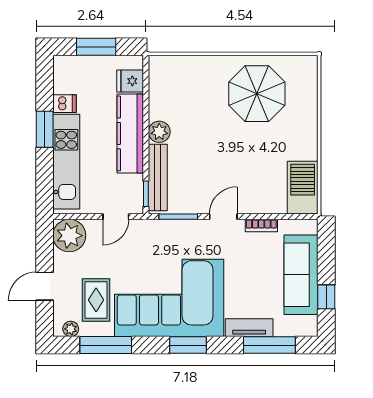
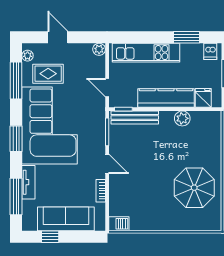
dishwasher: (65, 104) -> (210, 51), moved
window: (45, 129) -> (187, 37), moved
plant: (159, 132) -> (182, 118), moved
barbecue: (303, 188) -> (119, 224), width x0.53, depth x0.65
plant: (69, 236) -> (99, 49), width x0.53, depth x0.53

